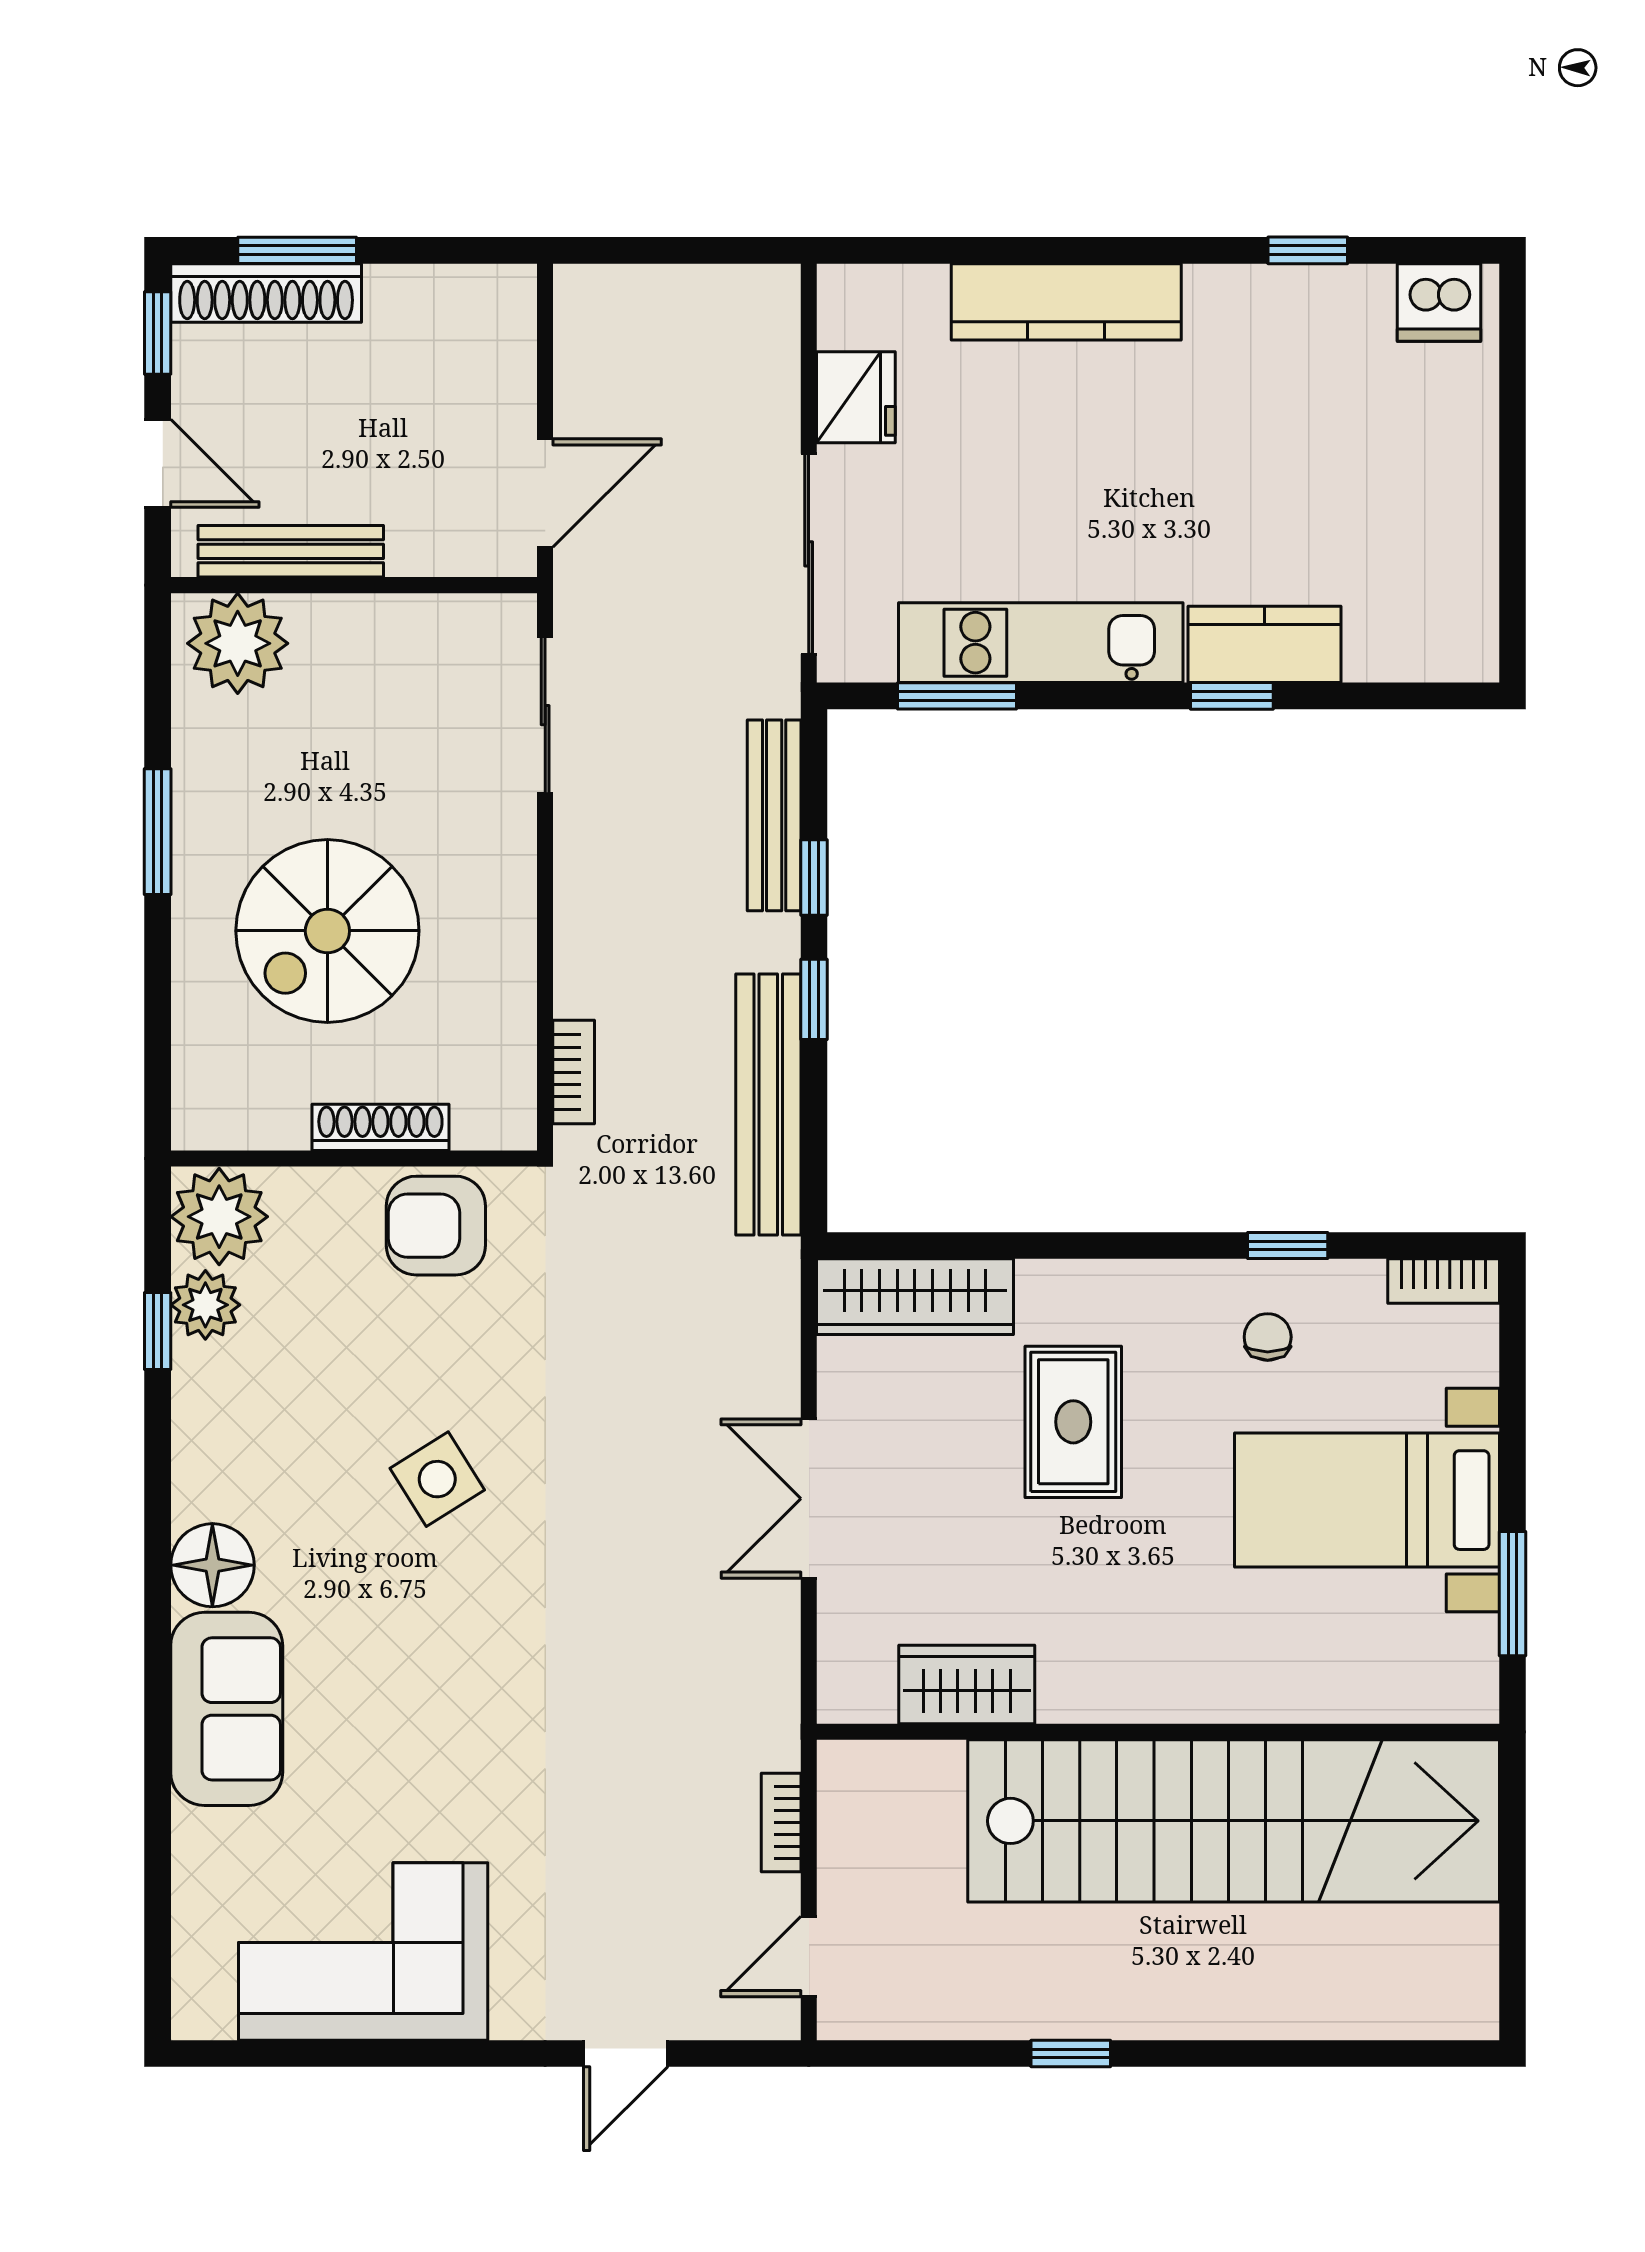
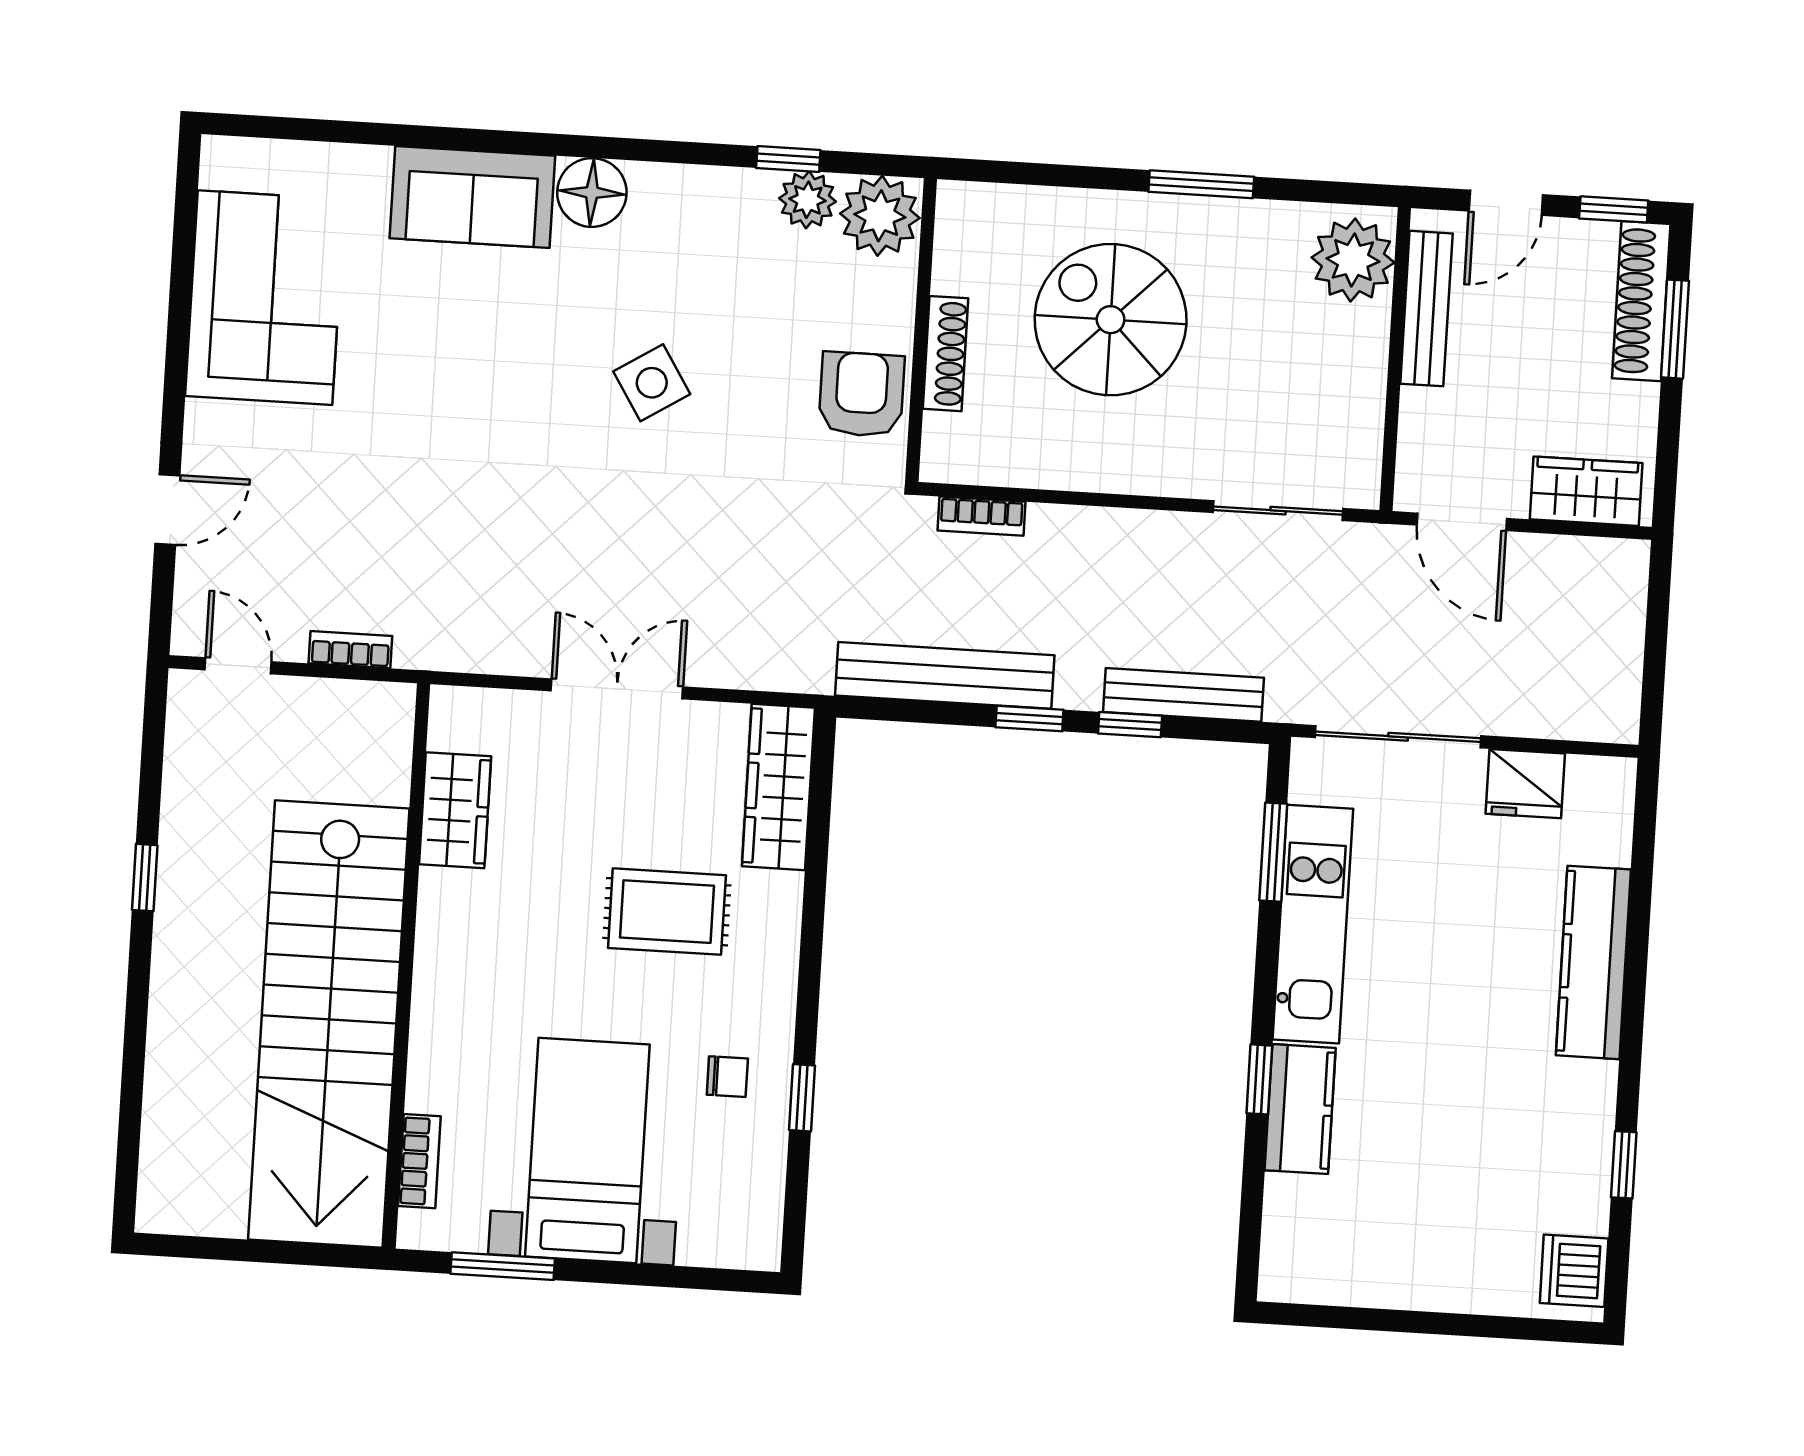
wardrobe: (499, 345) -> (1586, 491), added
bookcase: (1444, 1281) -> (419, 1161), moved, turned 180
door: (626, 2053) -> (167, 510), swing flipped

